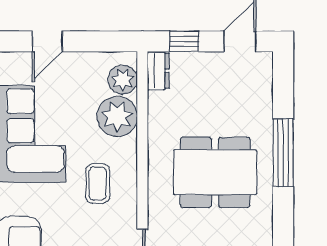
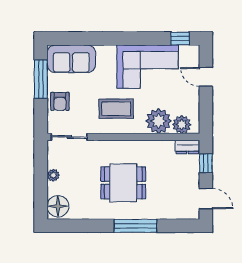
dining table: (215, 172) -> (123, 183), width x0.73
coffee table: (98, 184) -> (116, 109), width x1.36, depth x1.30

